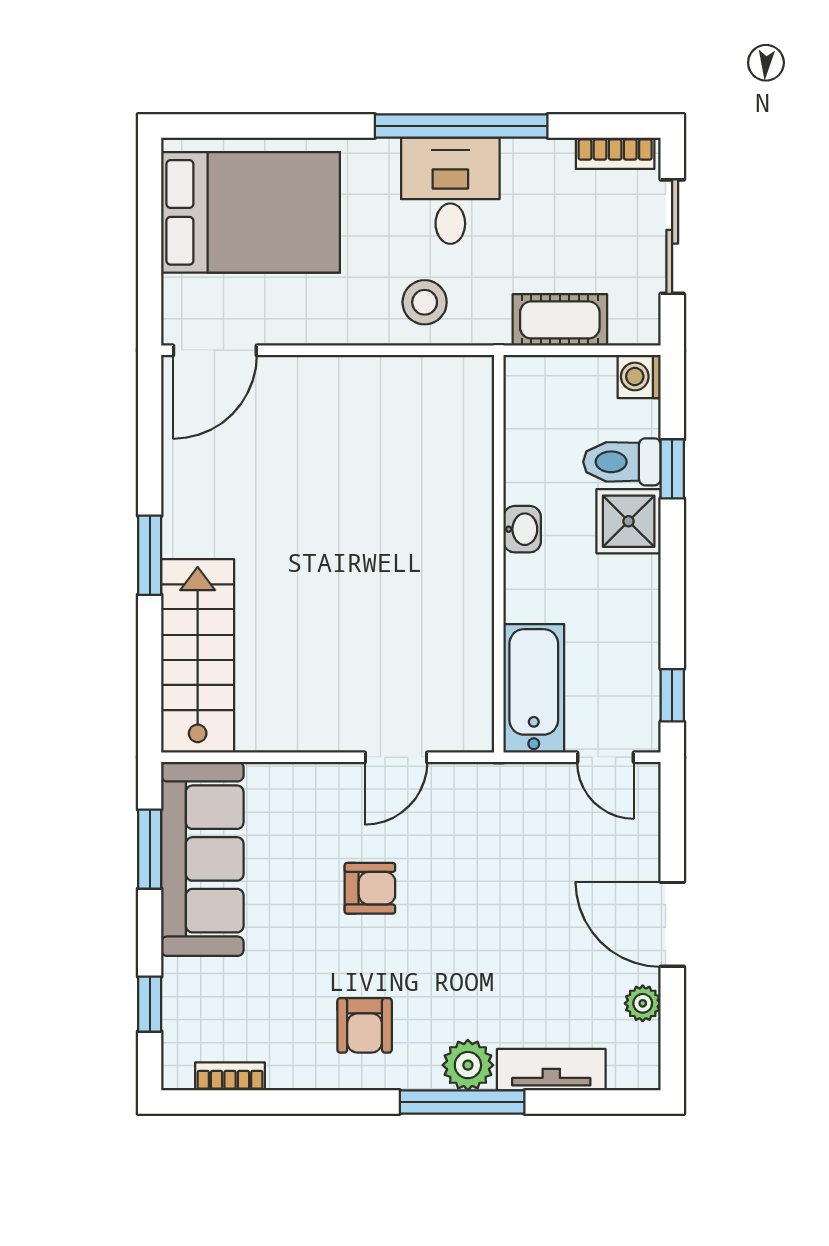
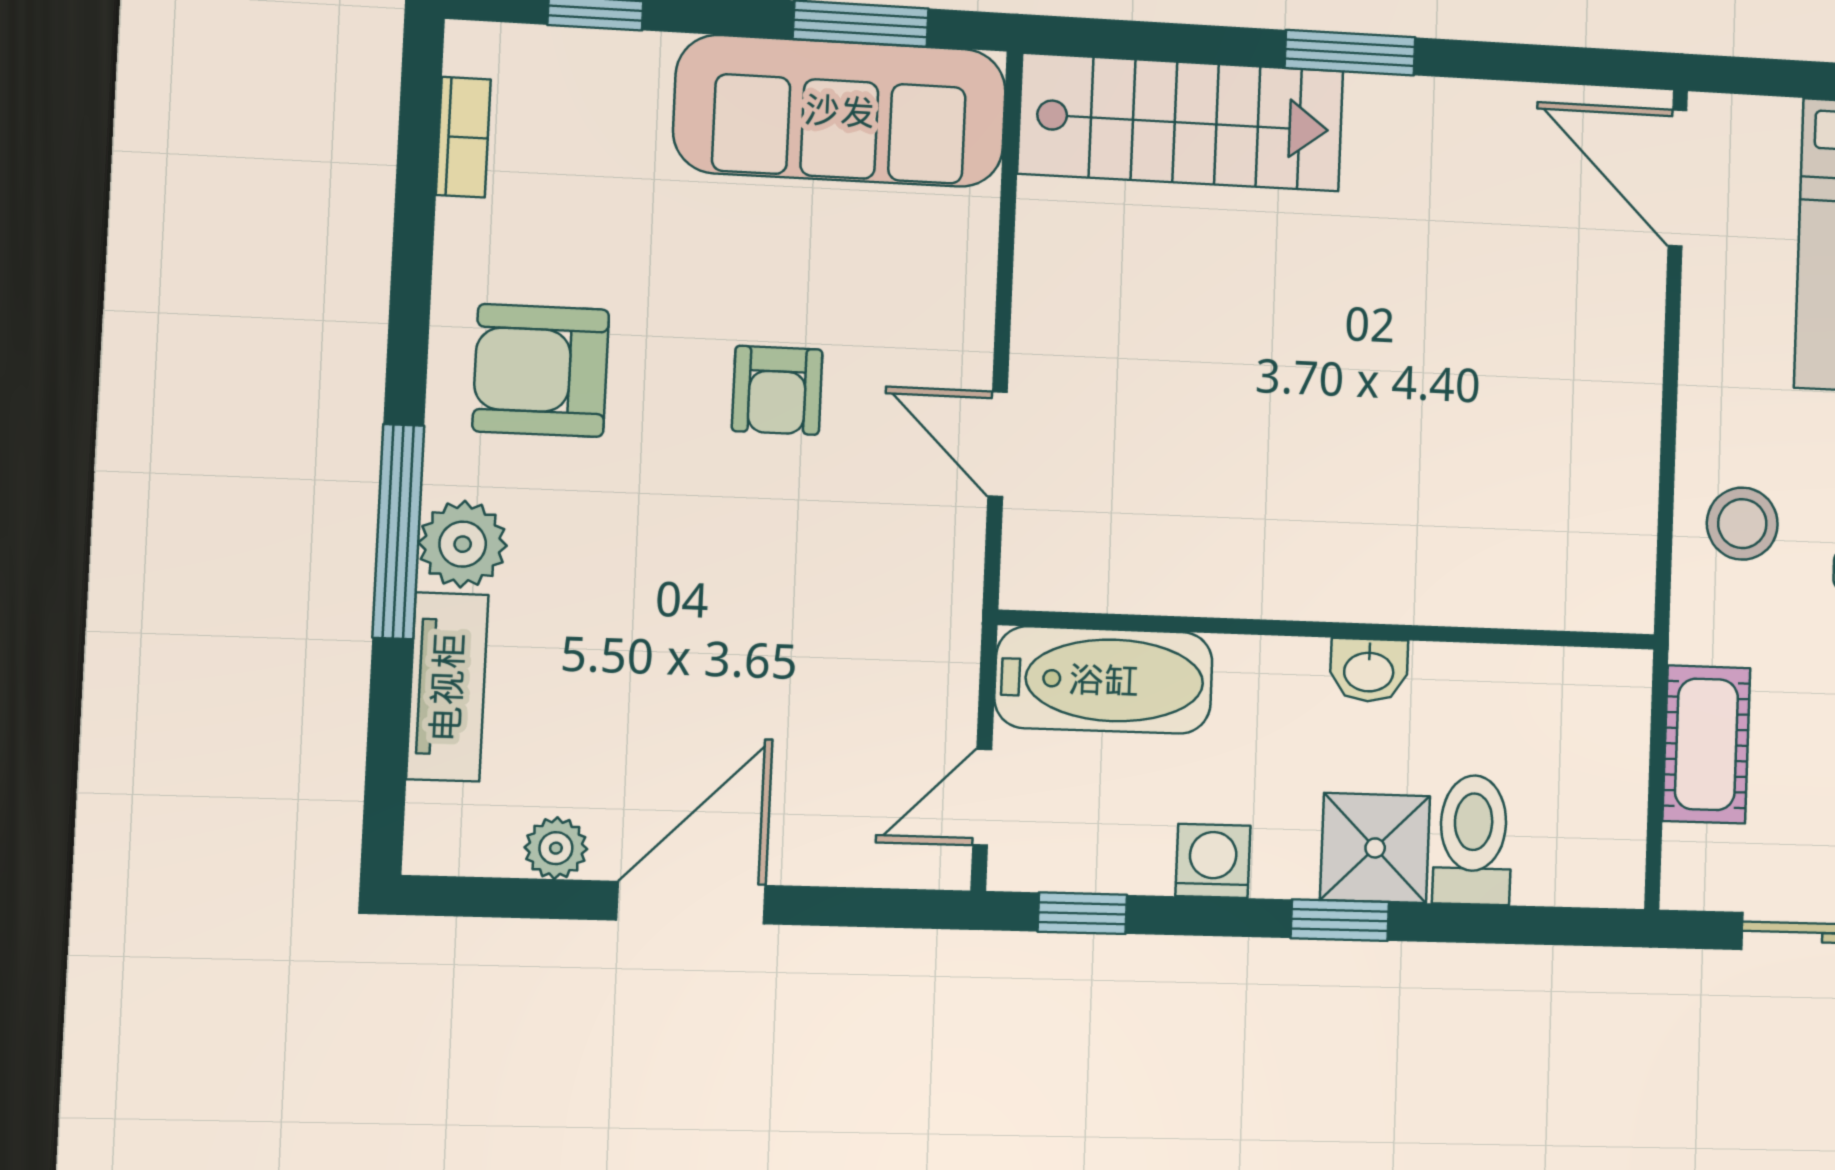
washing machine: (639, 377) -> (1213, 861), moved
window: (672, 469) -> (1340, 920), moved
armchair: (365, 1025) -> (541, 370), width x1.38, depth x1.38

